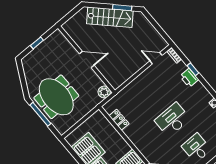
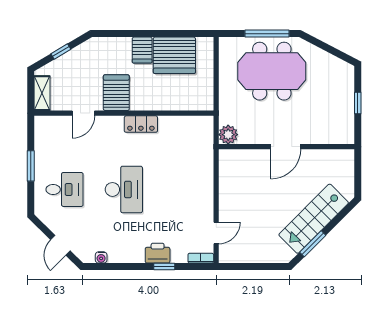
locker: (119, 120) -> (141, 124), moved

